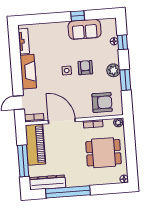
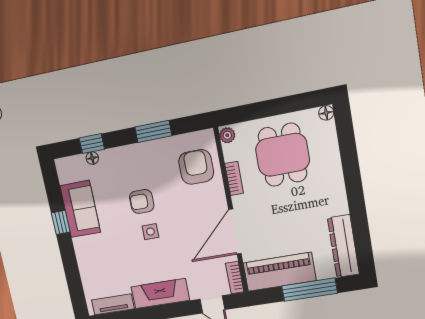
plant: (113, 70) -> (140, 154), removed
window: (68, 192) -> (357, 210), removed

